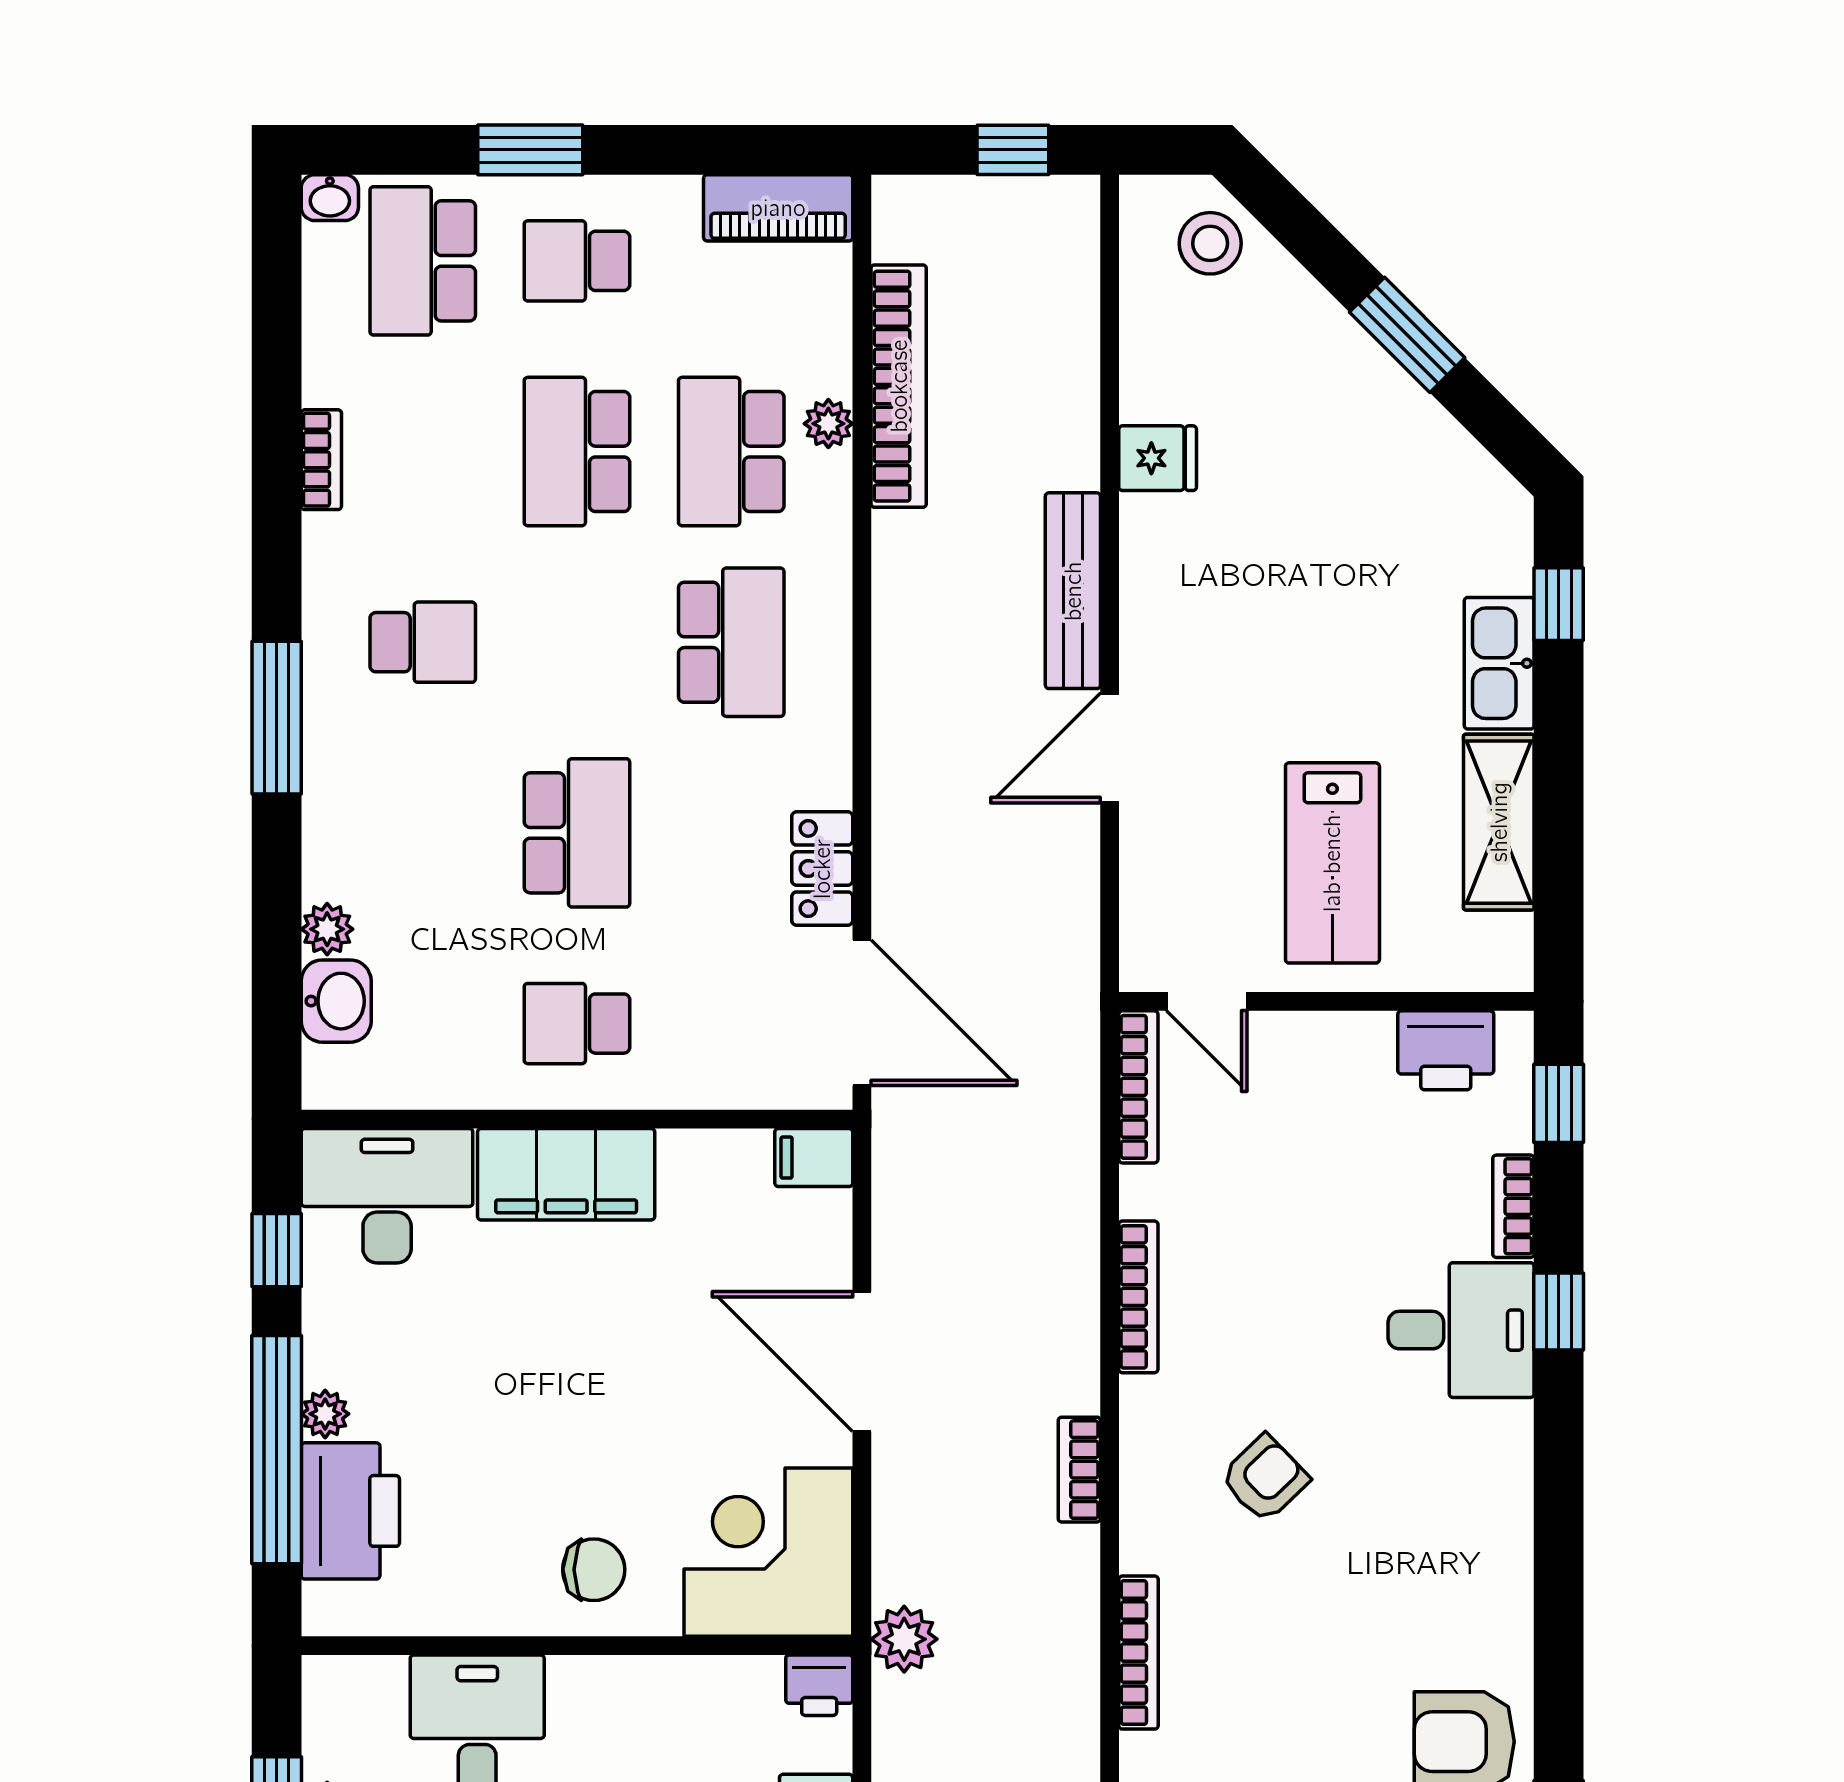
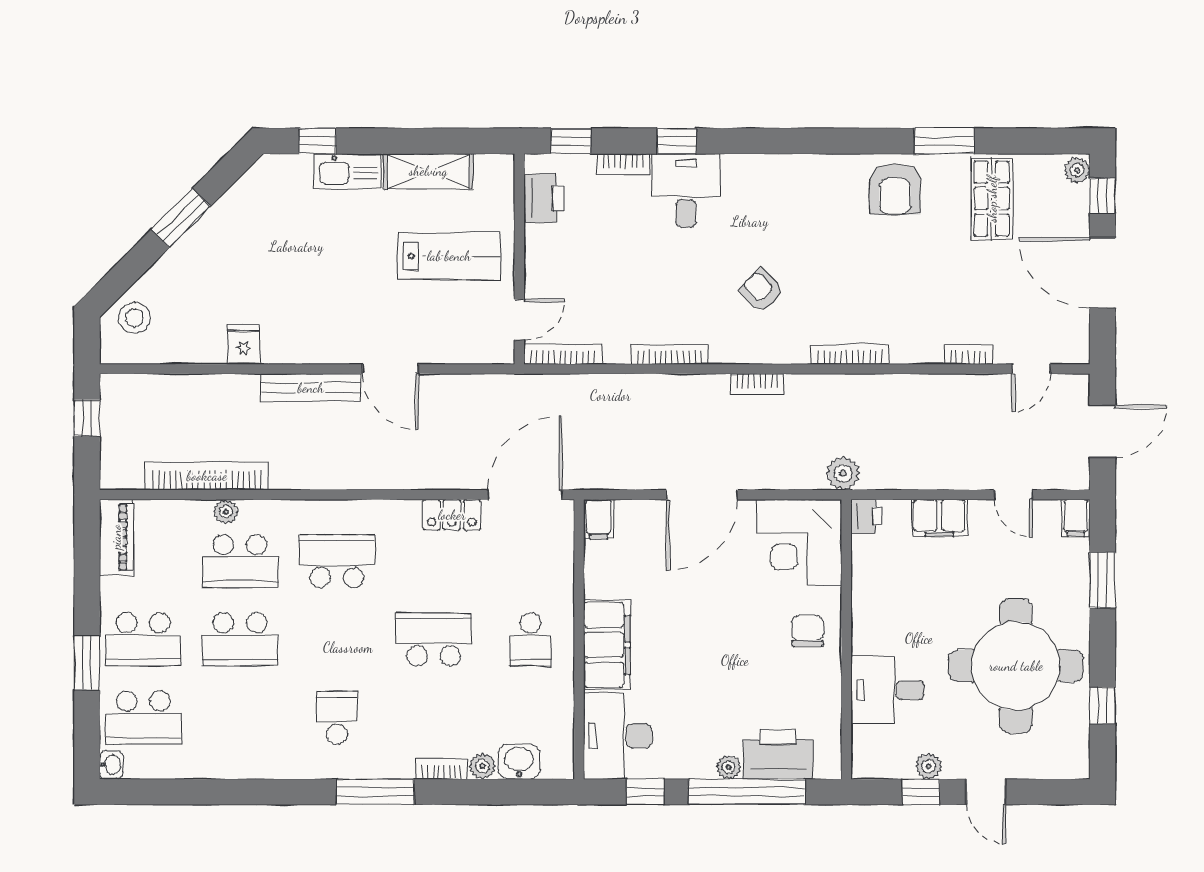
school desk: (577, 261) -> (143, 639), width x1.85
bookcase: (321, 460) -> (442, 769), moved

